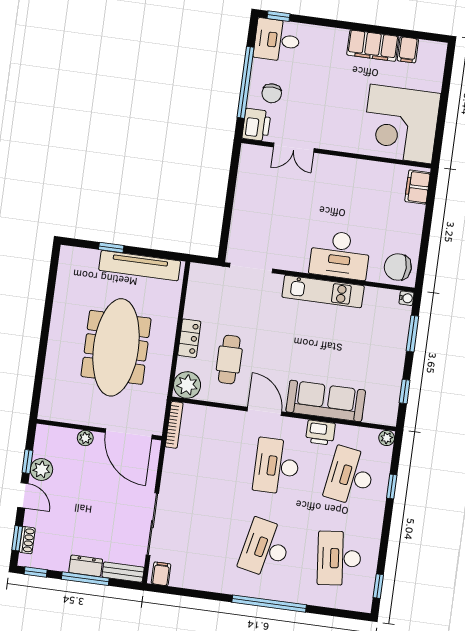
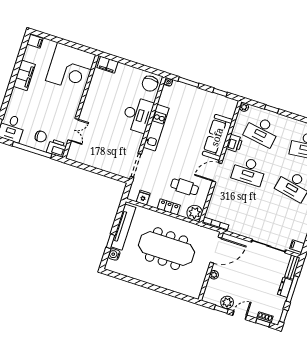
filing cabinet: (408, 50) -> (35, 41), moved
water cooler: (89, 258) -> (114, 254), added
fridge: (198, 291) -> (143, 198), added

